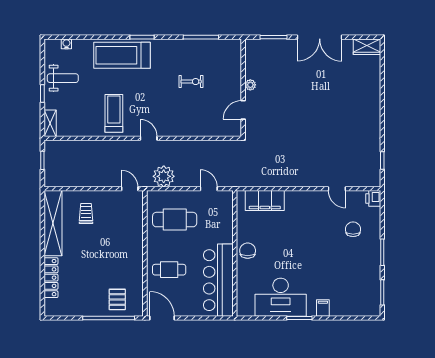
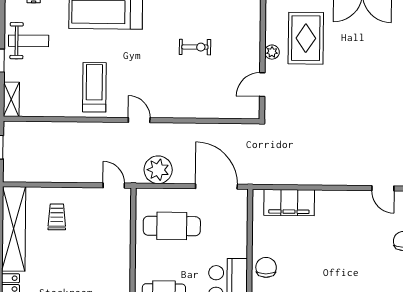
rug: (276, 74) -> (306, 38), added
door: (209, 189) -> (216, 187), width x1.88

